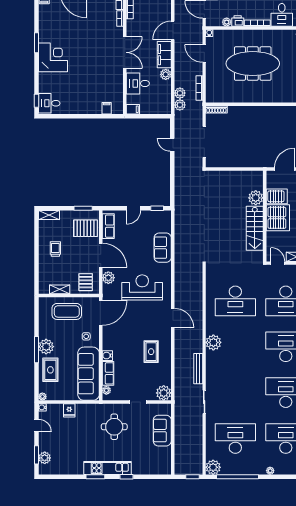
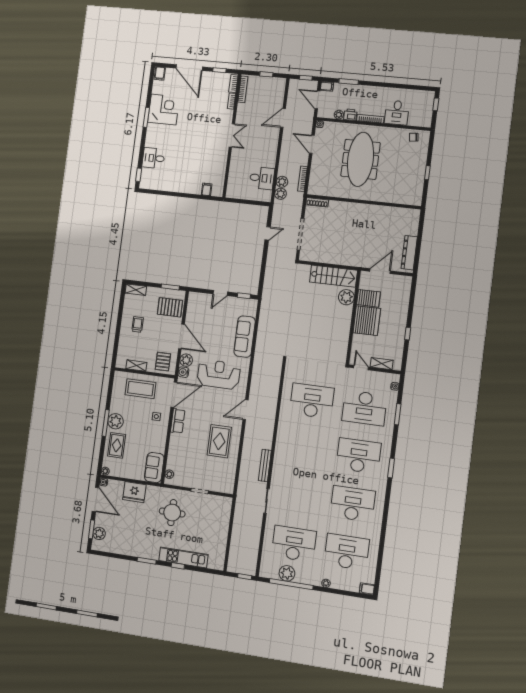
double door: (125, 52) -> (232, 135), width x0.73
filing cabinet: (164, 55) -> (271, 141), removed
corner desk: (53, 57) -> (164, 110), moved
meeting table: (253, 64) -> (360, 159), turned 90
plant: (166, 74) -> (270, 161), removed
desk: (138, 83) -> (262, 178), moved, turned 180
desk: (49, 103) -> (153, 158), moved
filing cabinet: (133, 109) -> (233, 193), removed
door: (172, 145) -> (268, 233), swing flipped
row of seats: (108, 226) -> (193, 308), removed
stairs: (255, 228) -> (334, 276), moved, turned -90
sofa: (163, 248) -> (245, 337), width x1.36
desk: (235, 301) -> (312, 401), turned 180
door: (173, 318) -> (246, 410), swing flipped
plant: (213, 342) -> (284, 441), removed
rug: (151, 352) -> (219, 441), width x1.36, depth x1.43
water cooler: (107, 356) -> (183, 372), moved
row of seats: (108, 373) -> (178, 421), moved
sofa: (88, 374) -> (154, 468), width x0.54, depth x0.79
plant: (164, 393) -> (226, 485), removed
fridge: (69, 410) -> (134, 492), width x1.88, depth x1.34
door: (36, 426) -> (95, 500), width x1.88
sofa: (162, 431) -> (220, 524), removed
plant: (213, 467) -> (287, 573), moved
kitchen unit: (107, 468) -> (183, 558), moved

